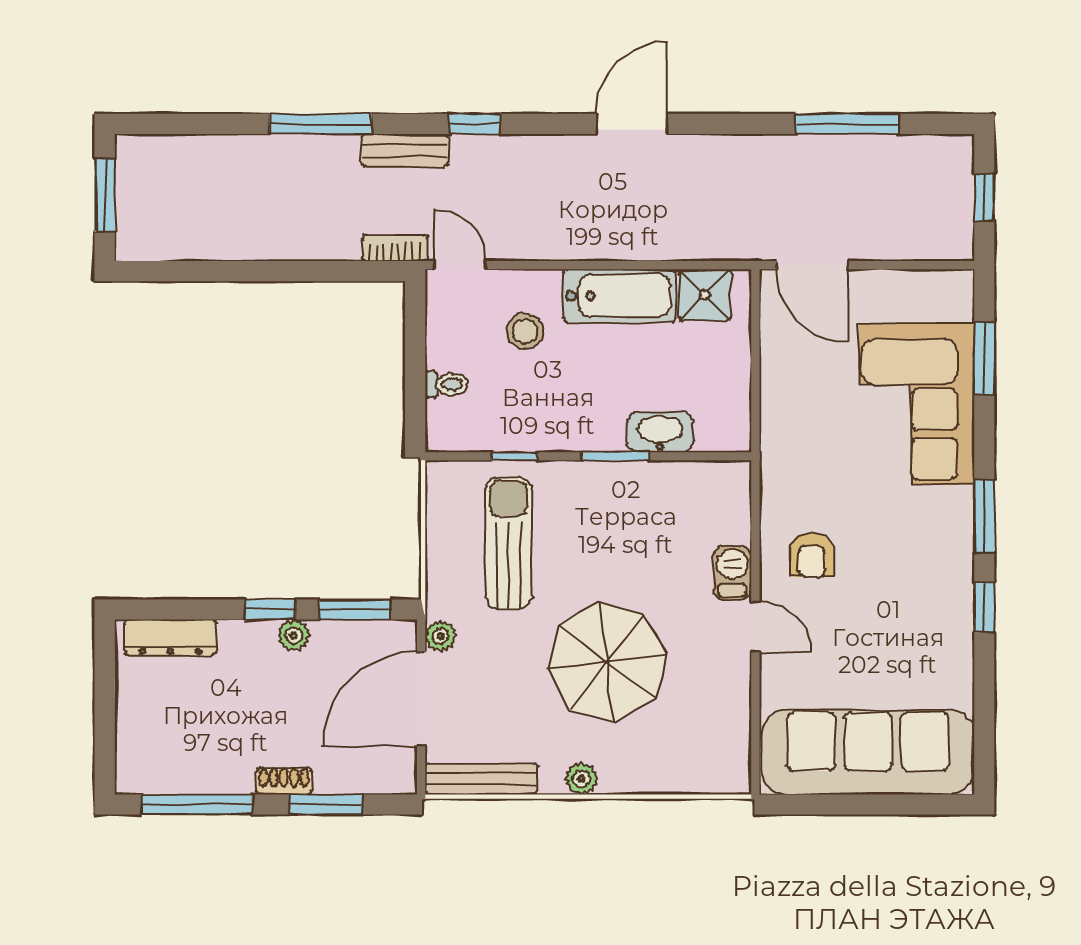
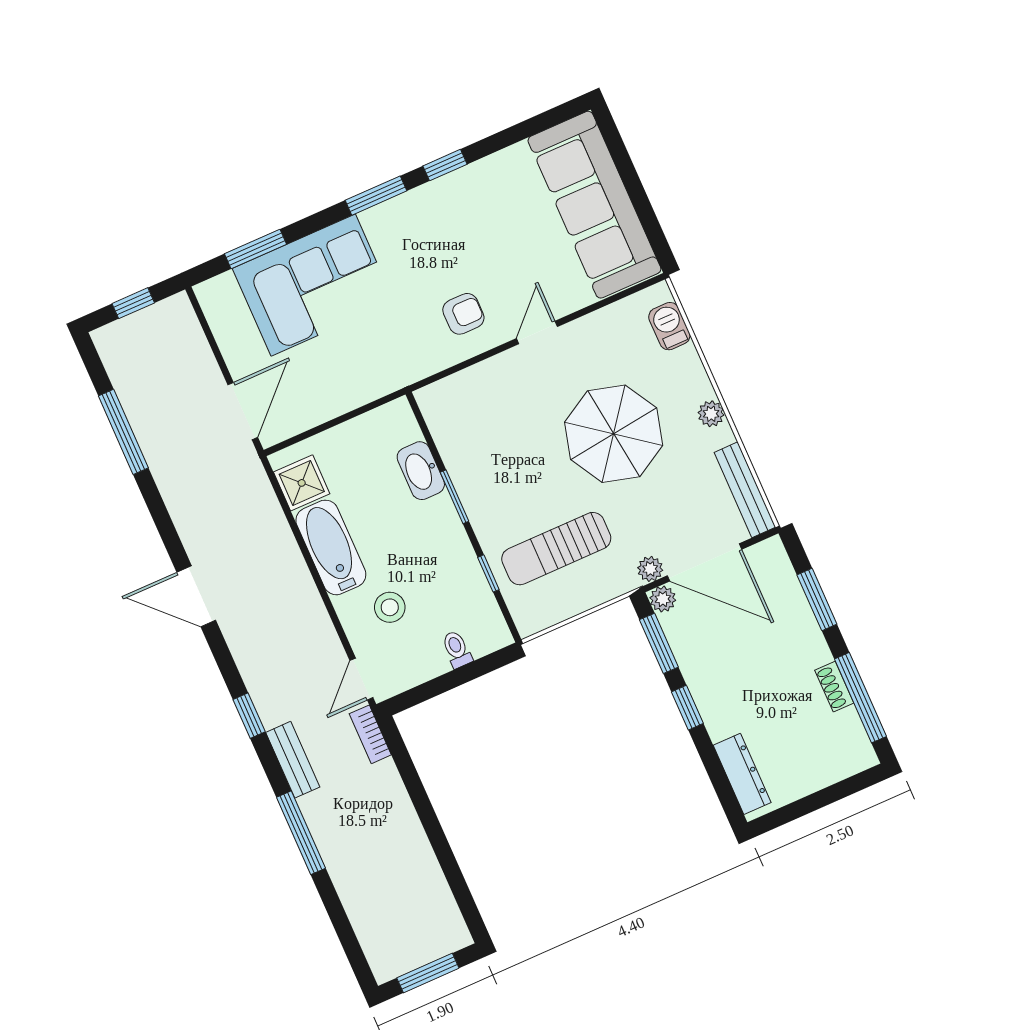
barbecue: (732, 573) -> (669, 326), moved, turned 90
plant: (294, 635) -> (663, 599), moved
shoe rack: (284, 781) -> (834, 687), moved

